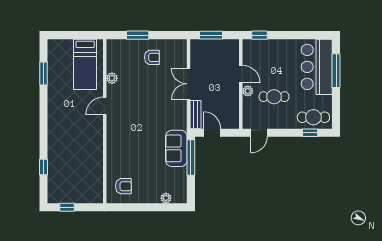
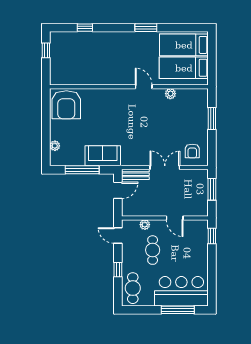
armchair: (152, 57) -> (192, 151), moved
bed: (61, 64) -> (184, 45), added
window: (44, 74) -> (146, 28), moved
door: (241, 74) -> (175, 218), hinge flipped
plant: (248, 91) -> (145, 225), moved
window: (310, 133) -> (118, 270), moved
window: (191, 158) -> (82, 170), moved
armchair: (123, 186) -> (66, 105), width x1.88, depth x1.88

